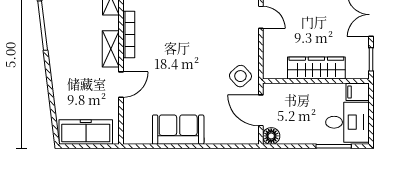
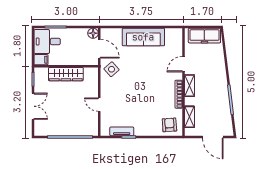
sofa: (178, 130) -> (143, 37), width x1.36

